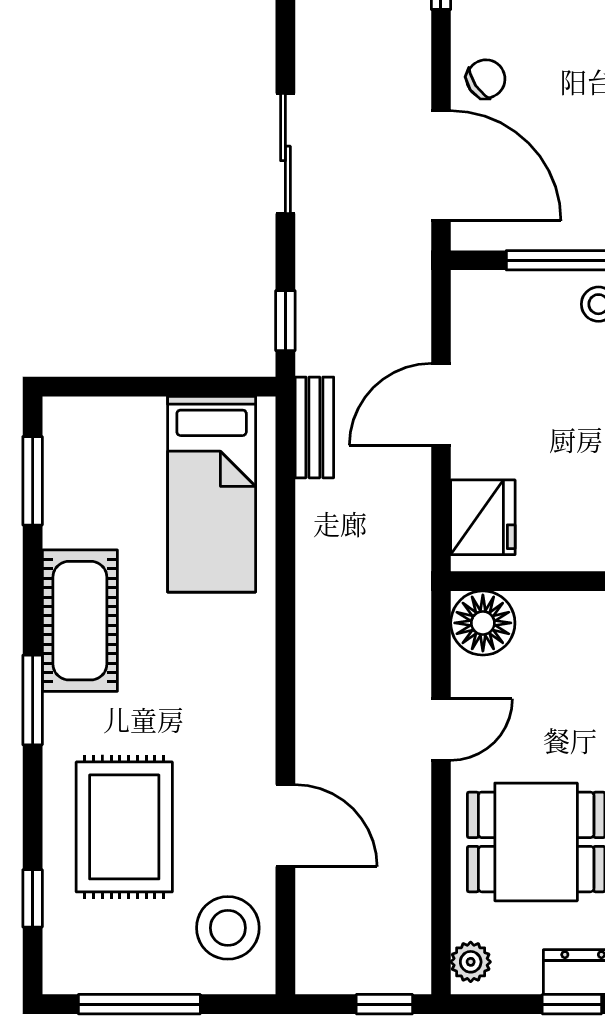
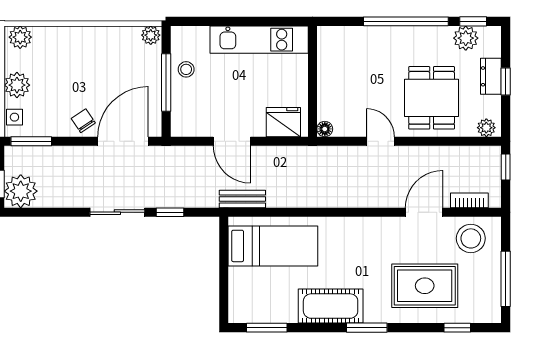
window: (285, 321) -> (170, 212), moved
floor lamp: (483, 623) -> (325, 129), width x0.53, depth x0.53
bookcase: (312, 925) -> (469, 200), added

